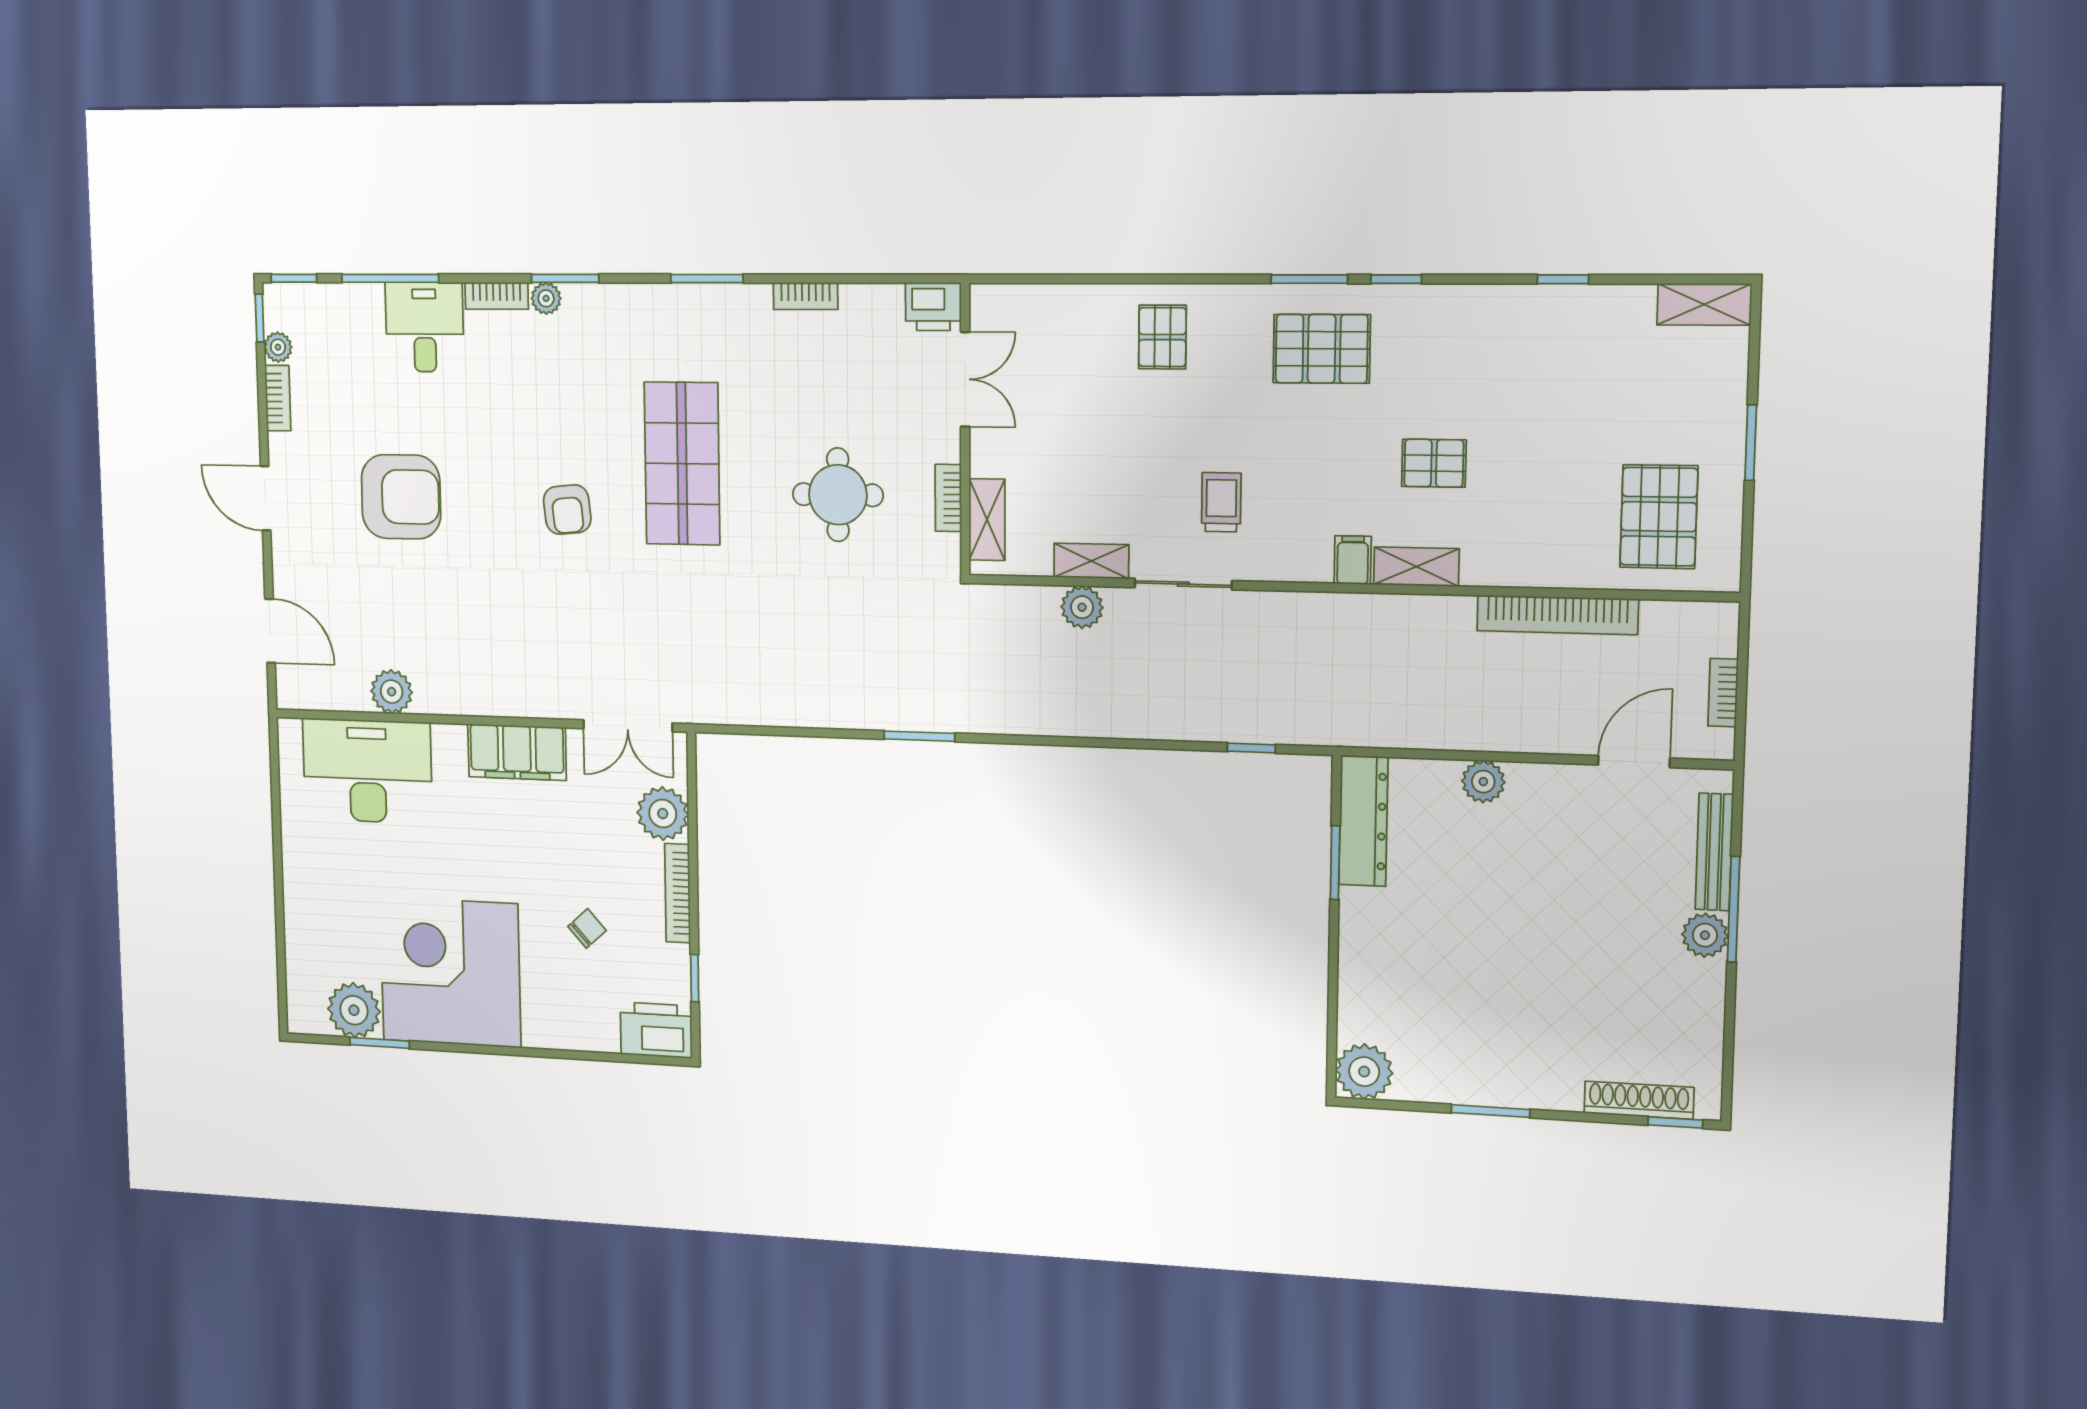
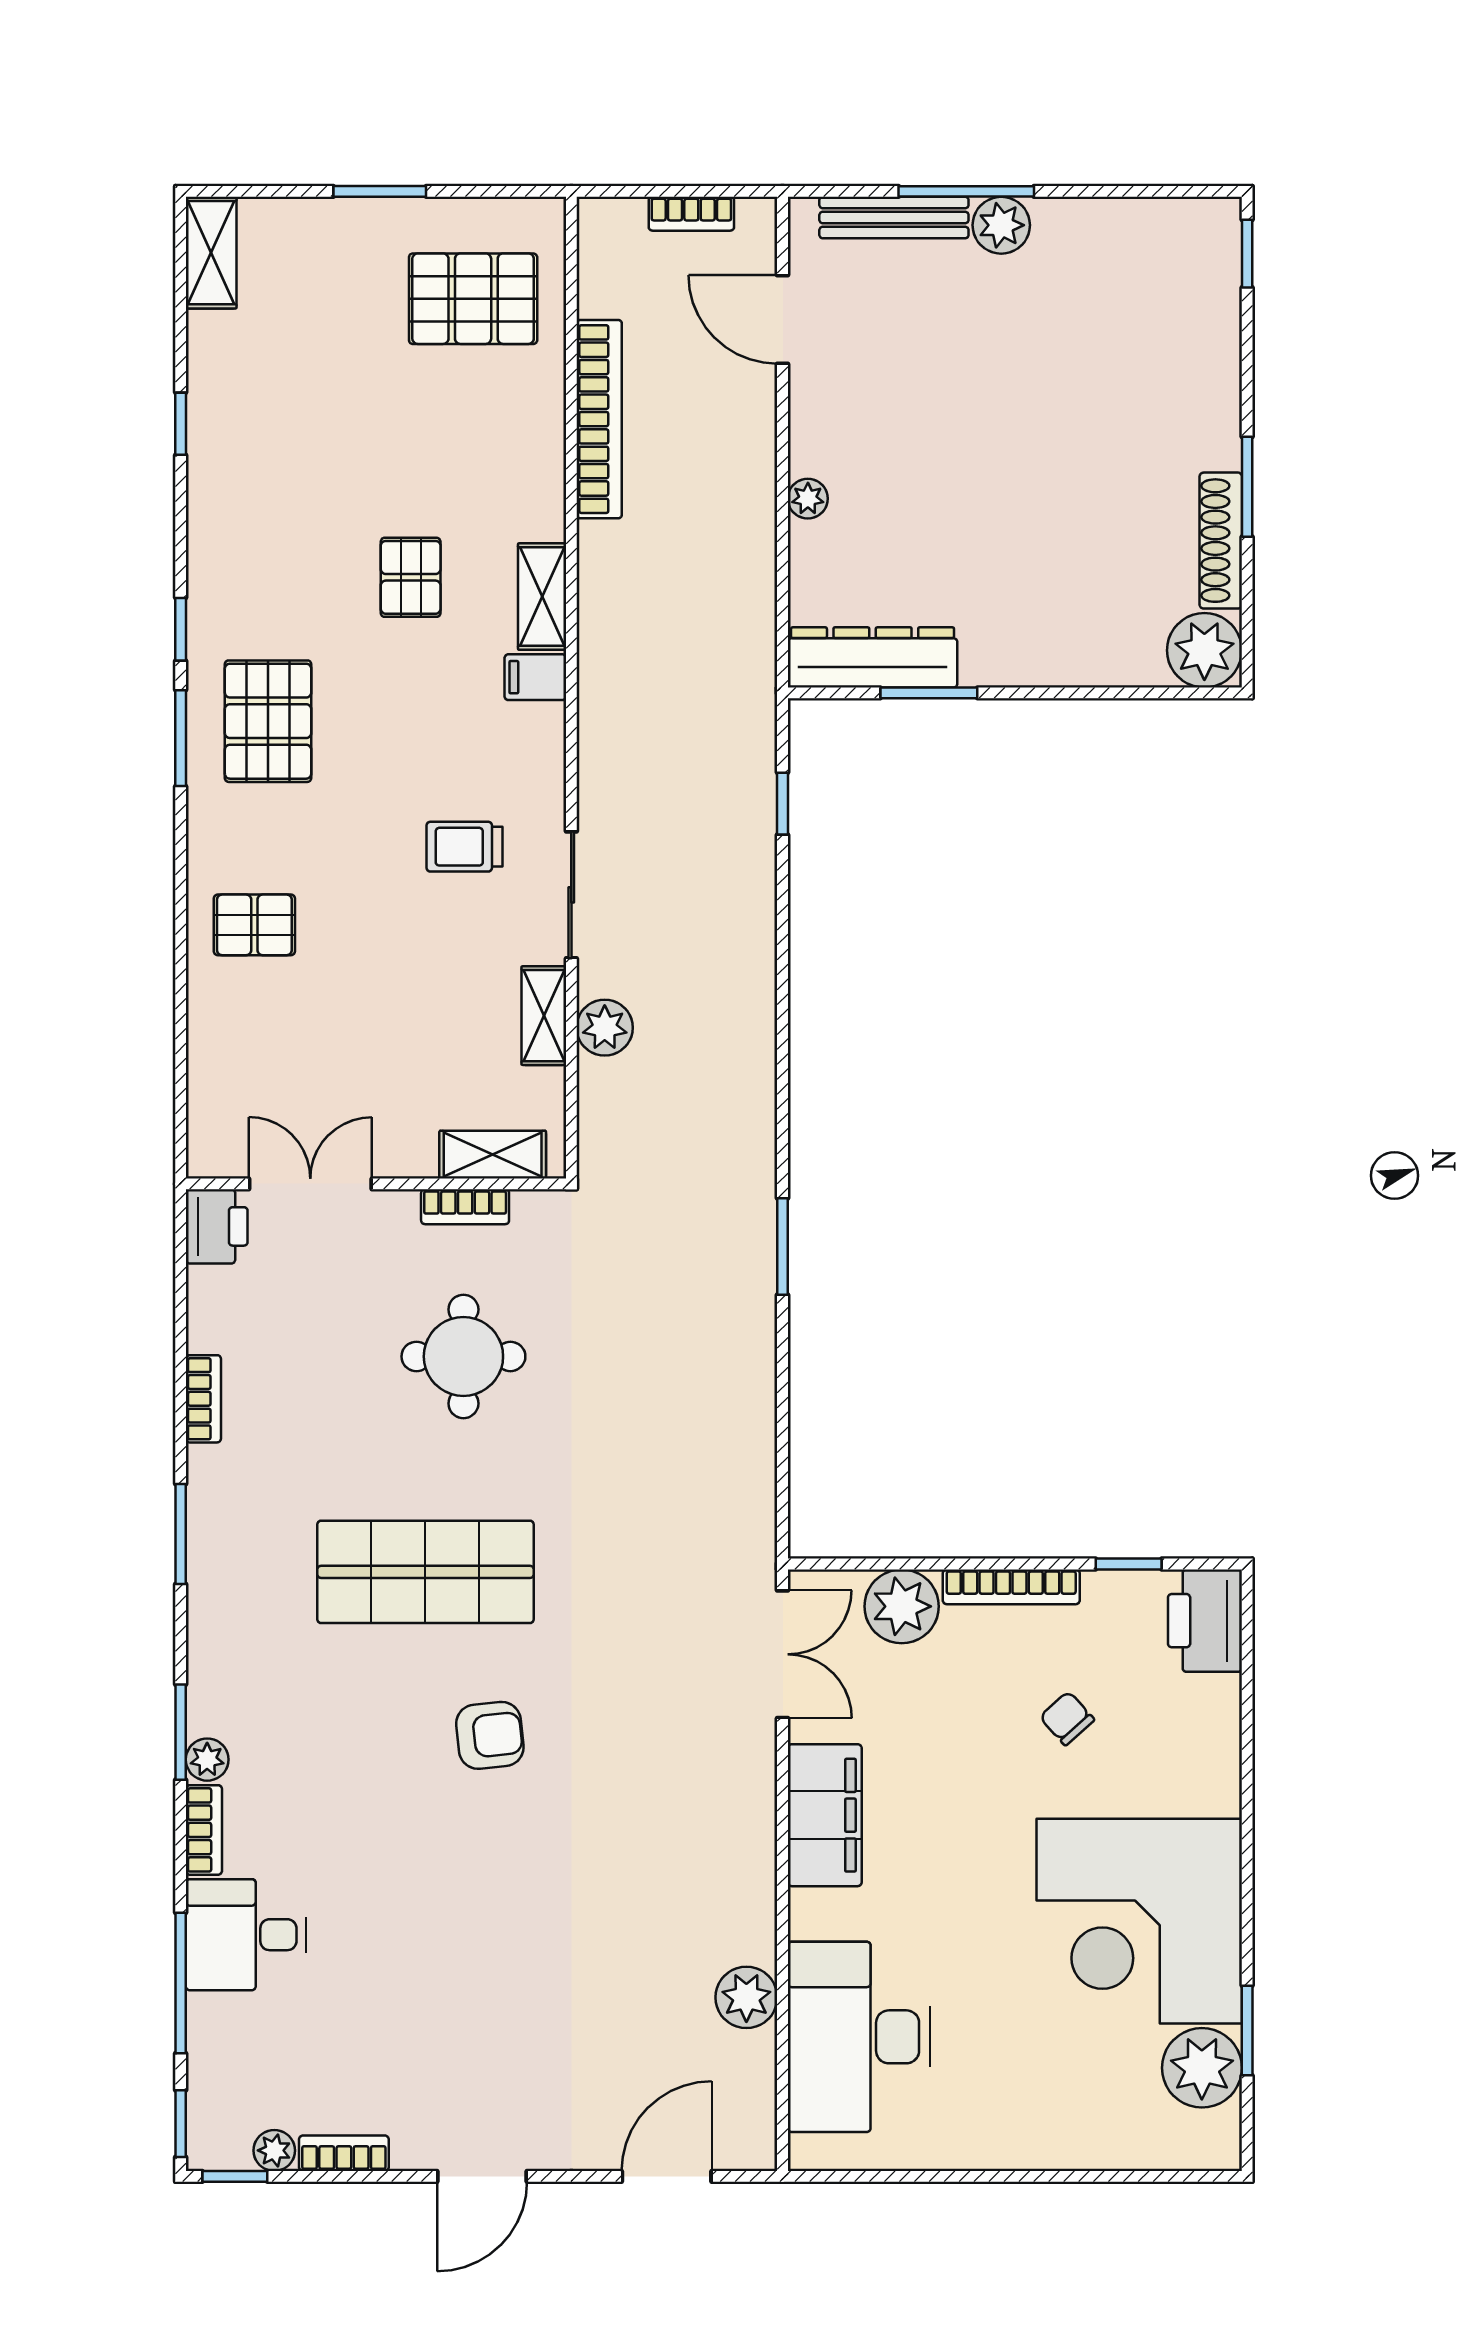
armchair: (401, 497) -> (477, 1976), removed
plant: (1483, 782) -> (808, 499), width x0.73, depth x0.73
shoe rack: (1639, 1100) -> (1221, 541), moved

